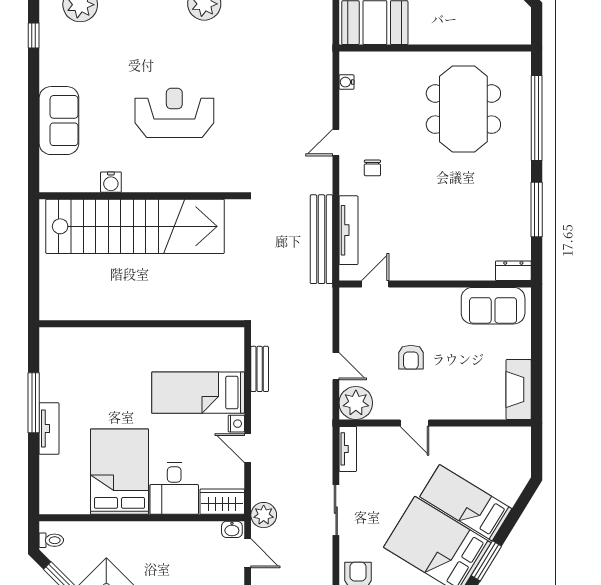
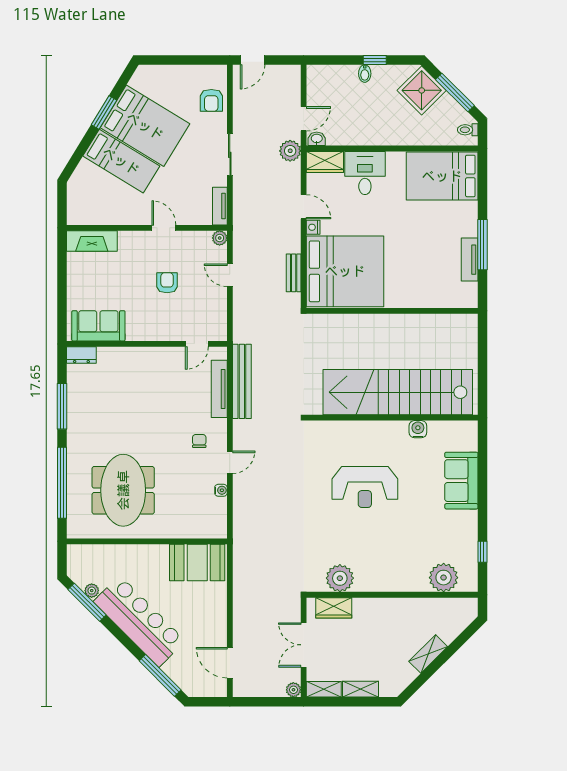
water cooler: (347, 82) -> (221, 490), moved
fireplace: (519, 389) -> (92, 241), moved, turned 90
bed: (198, 393) -> (345, 271), width x2.04
plant: (356, 403) -> (220, 238), width x0.53, depth x0.53
tv unit: (49, 429) -> (470, 260), moved
bed: (120, 472) -> (442, 176), moved, turned 90
door: (248, 553) -> (304, 119), swing flipped

